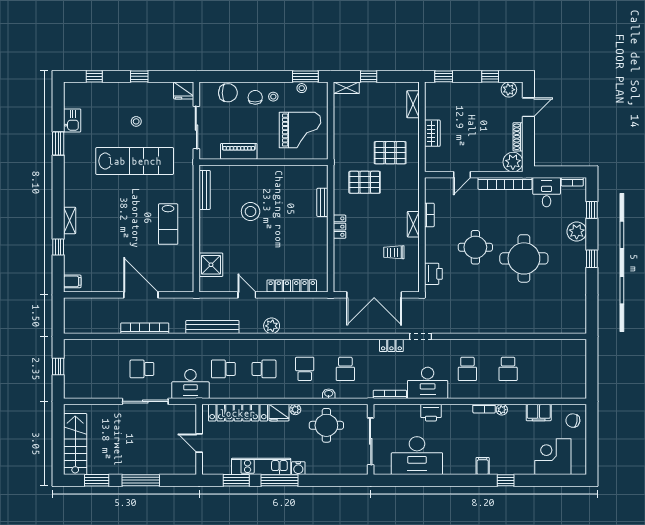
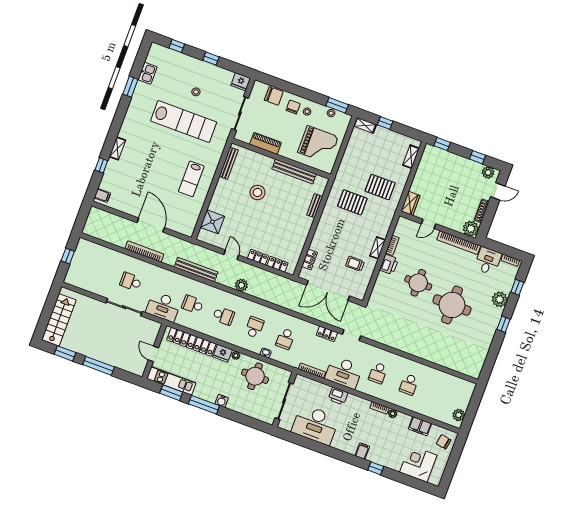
wardrobe: (432, 133) -> (410, 203), moved
bench: (284, 172) -> (294, 172), added
locker: (340, 227) -> (310, 259), moved
printer: (433, 274) -> (389, 264), moved
plant: (579, 383) -> (459, 415), added
kitchen unit: (261, 466) -> (171, 381), moved

